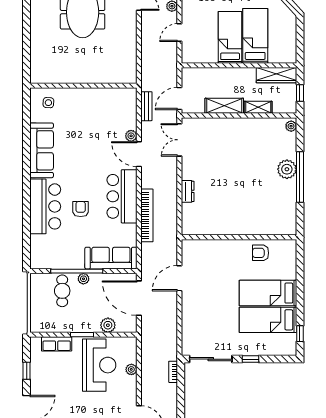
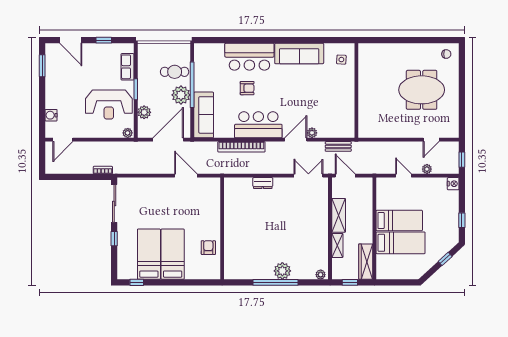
plant: (83, 279) -> (181, 95), width x1.87, depth x1.87
plant: (131, 369) -> (128, 133), moved

